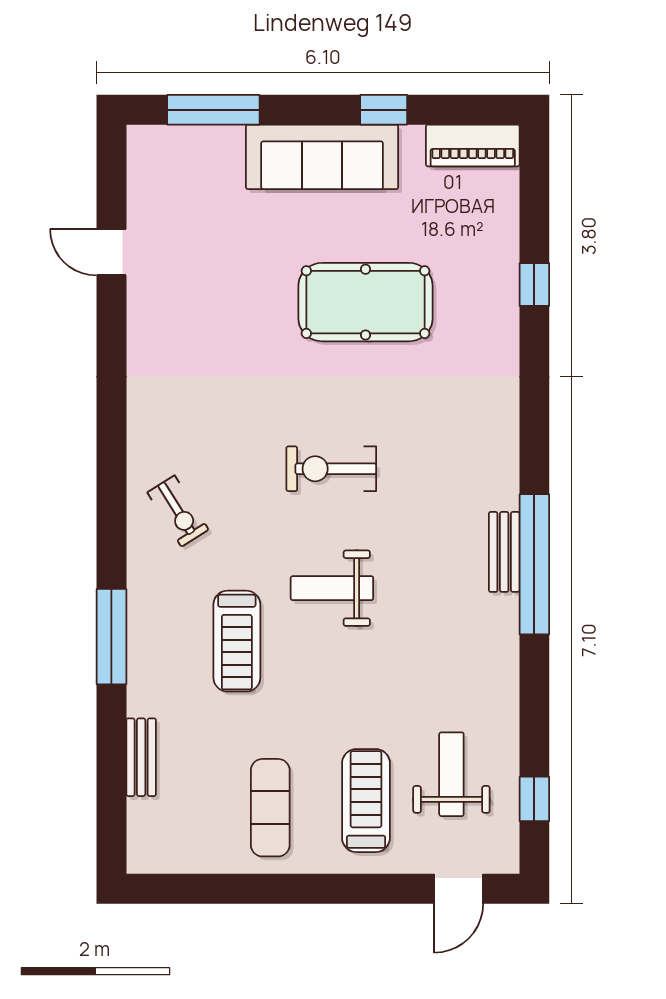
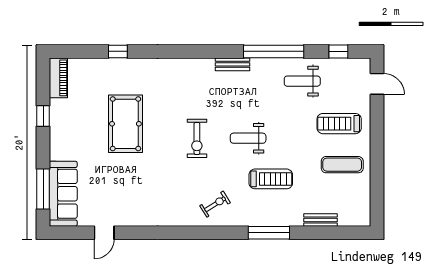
sofa: (322, 157) -> (63, 194), moved
window: (534, 564) -> (274, 51), moved
weight bench: (332, 588) -> (248, 138), turned 90
weight bench: (451, 774) -> (302, 81), moved

